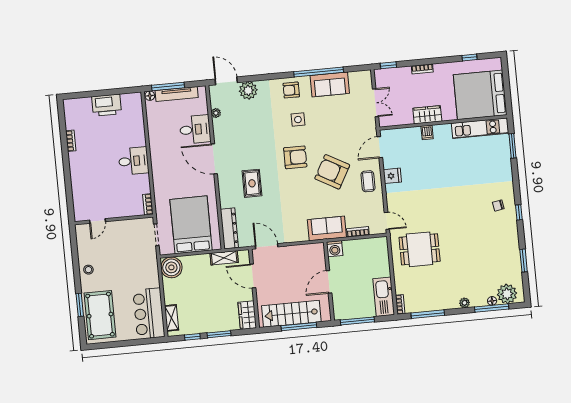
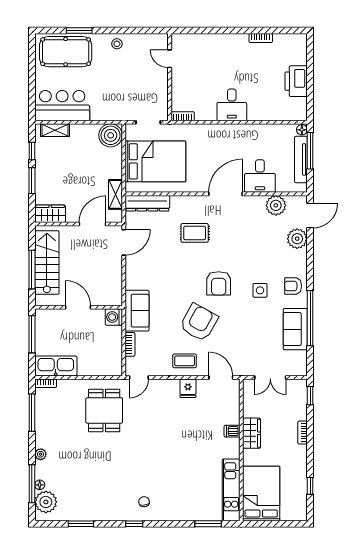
armchair: (291, 90) -> (293, 286), turned -90
bed: (480, 95) -> (261, 494), width x0.73
plant: (216, 113) -> (276, 205), width x1.88, depth x1.88

